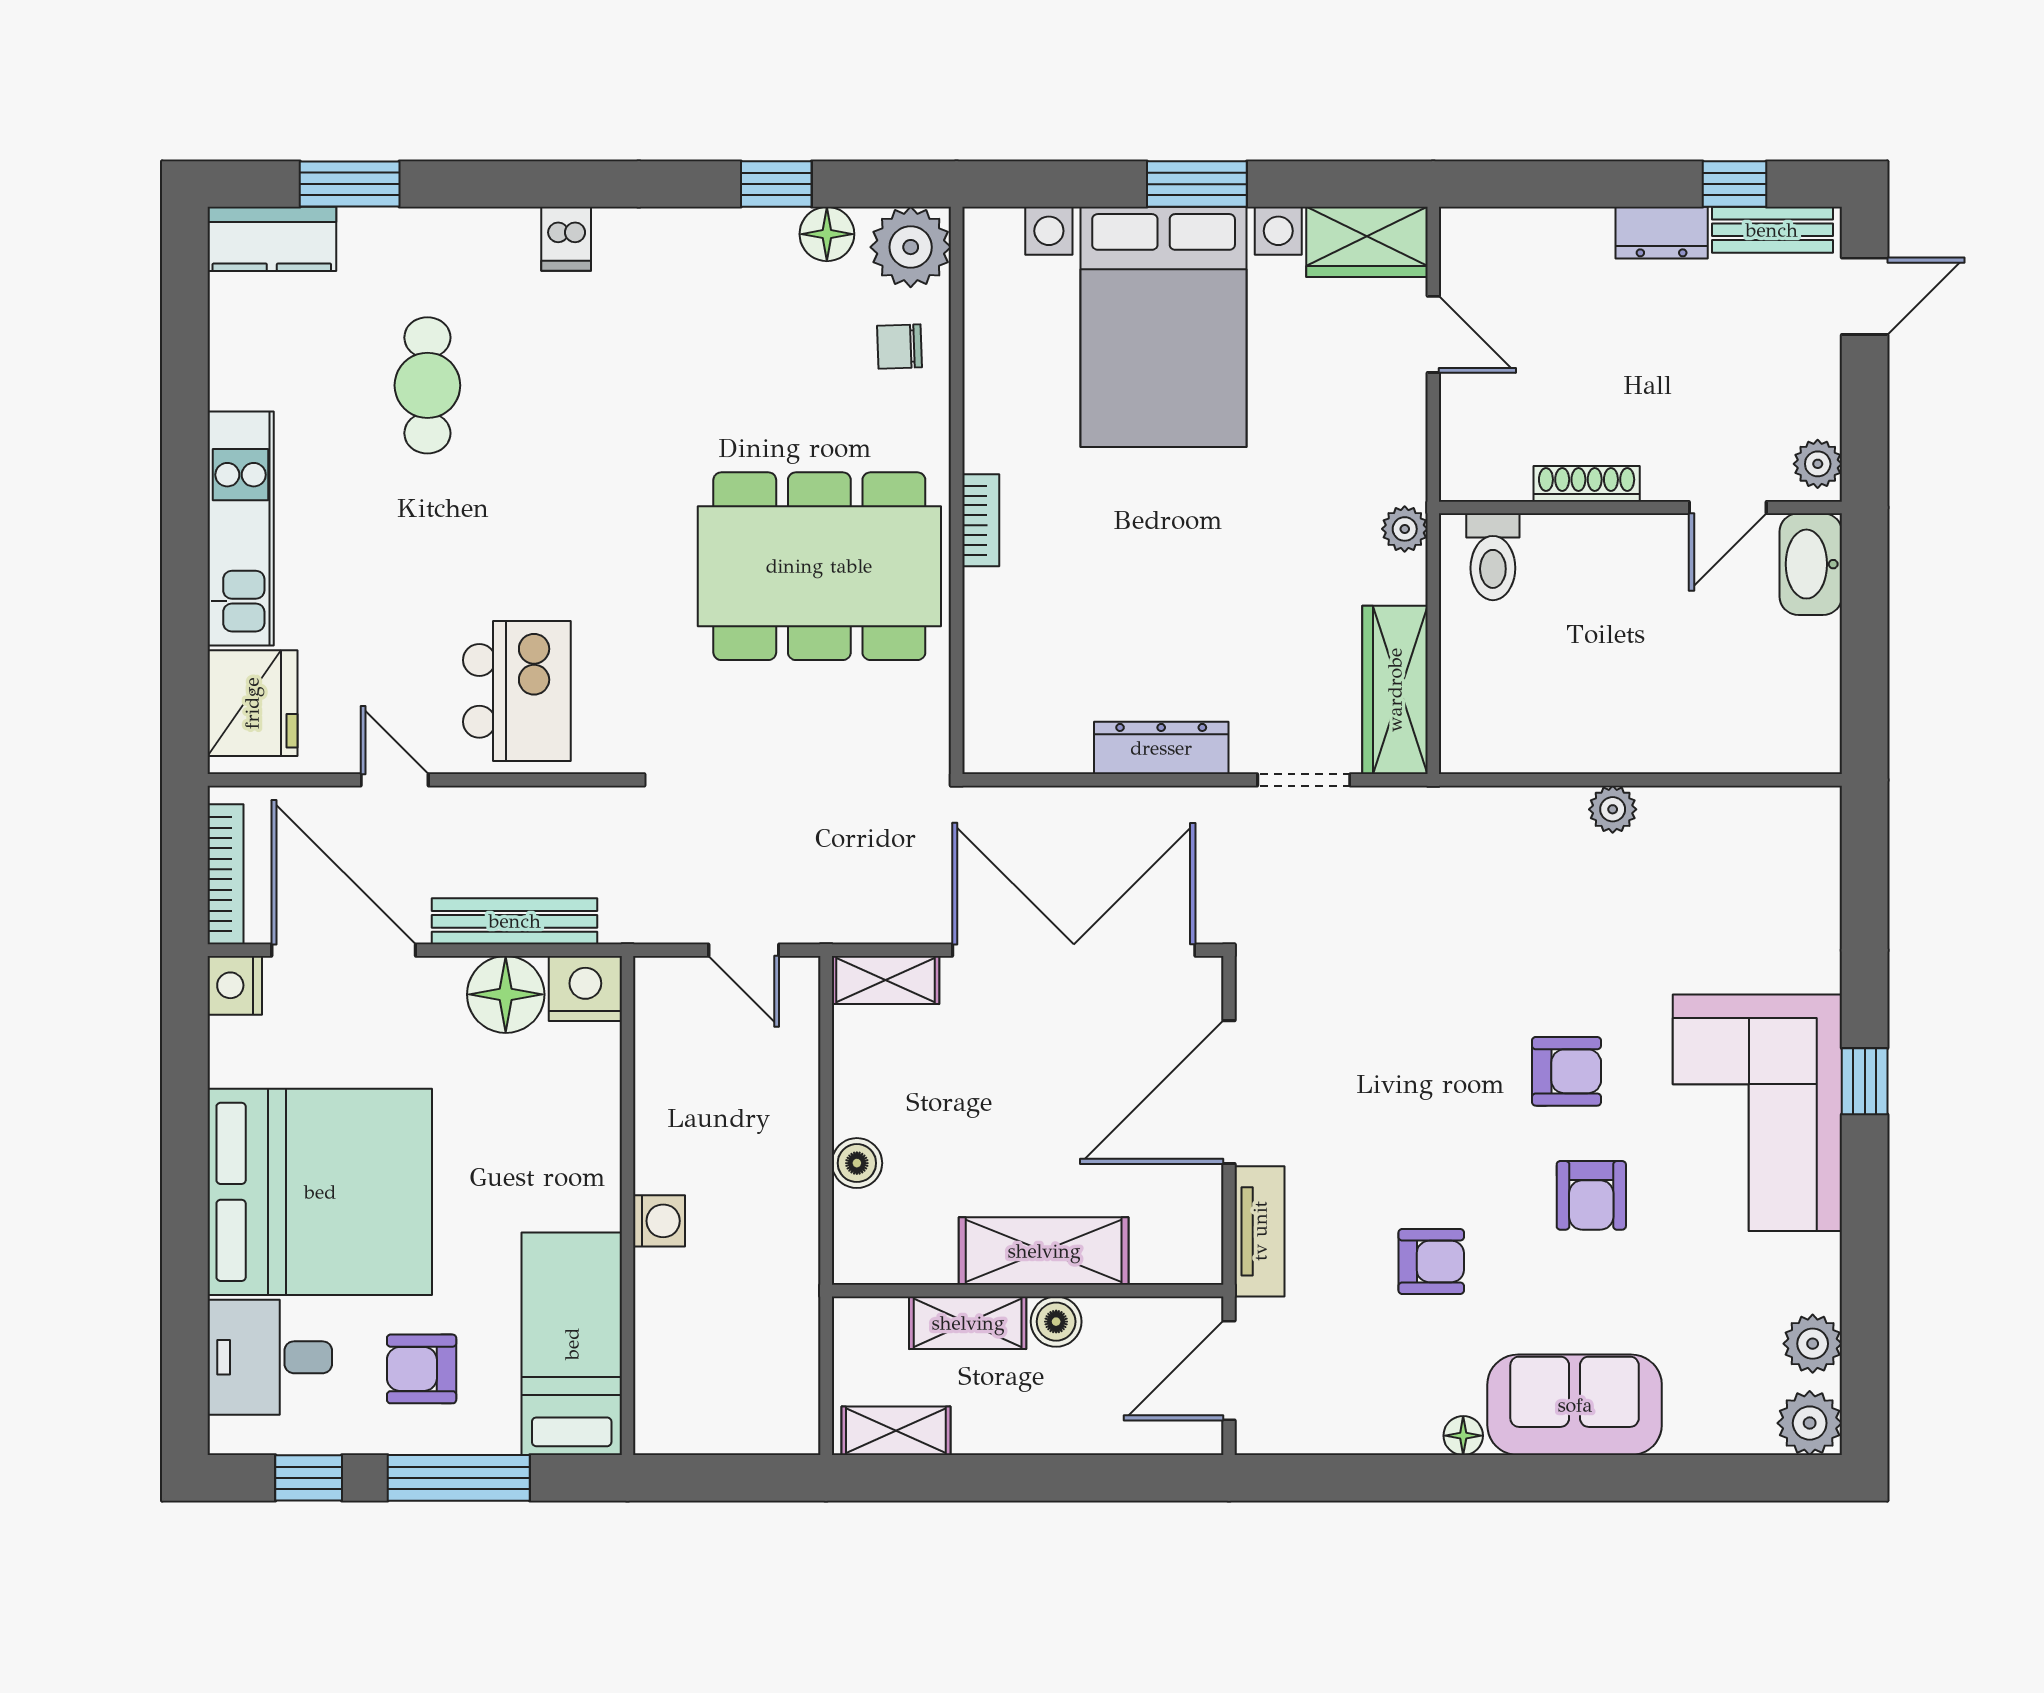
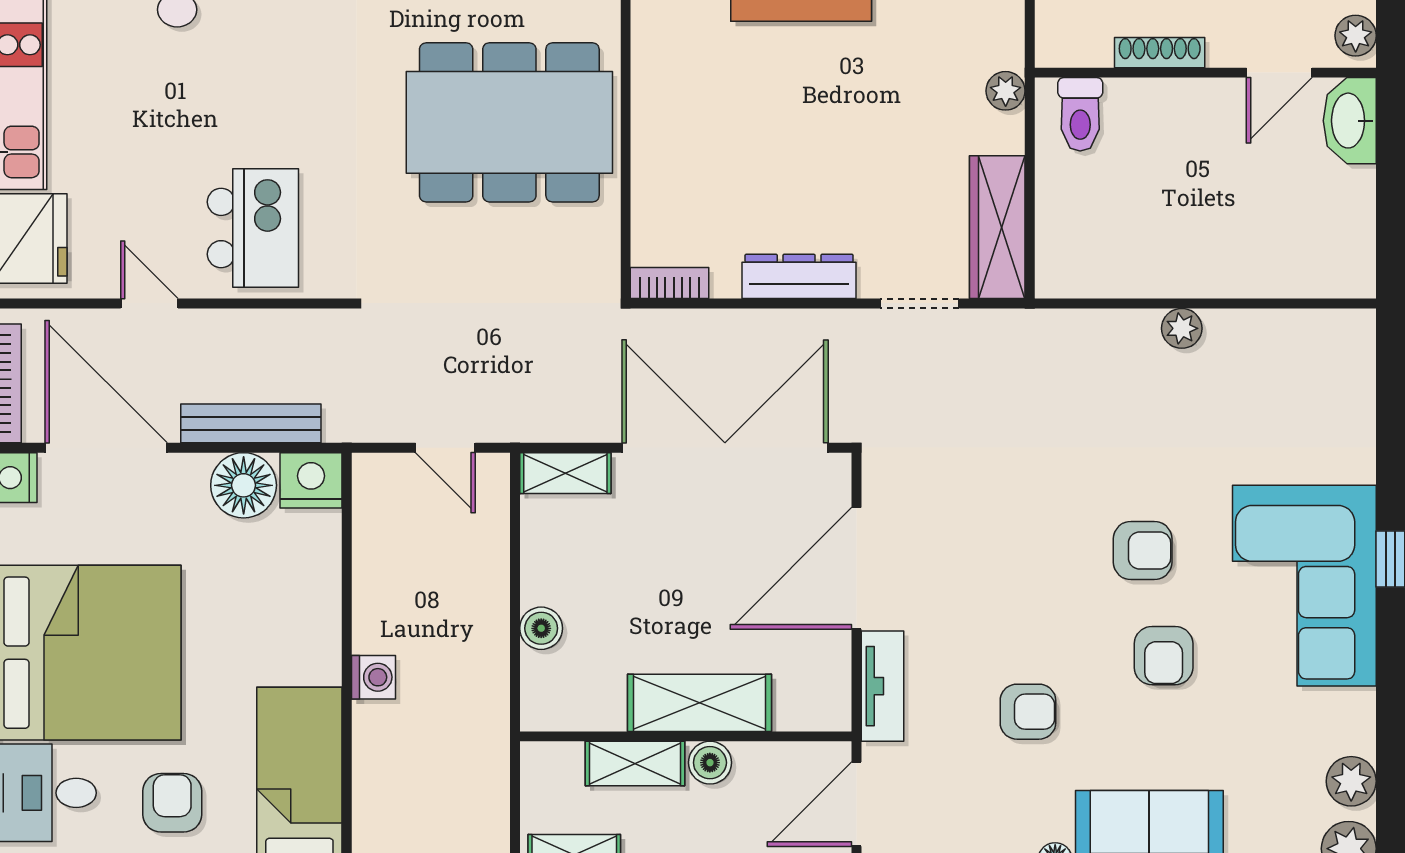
bookcase: (981, 520) -> (670, 283), moved, turned -90
armchair: (422, 1369) -> (172, 803), turned 90

